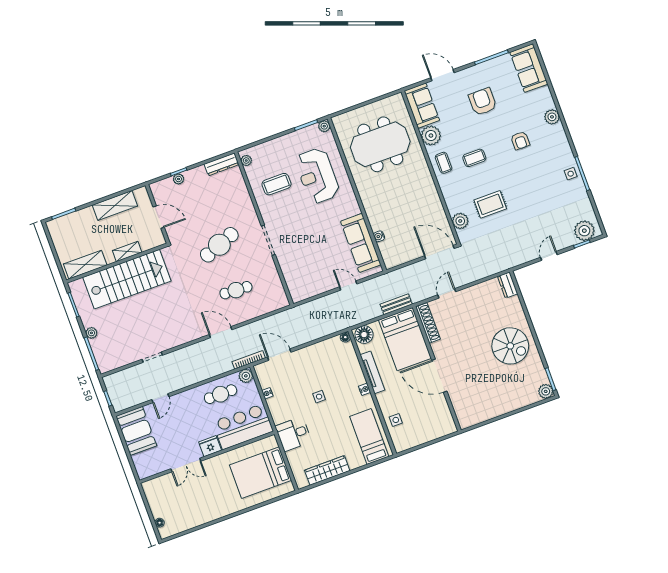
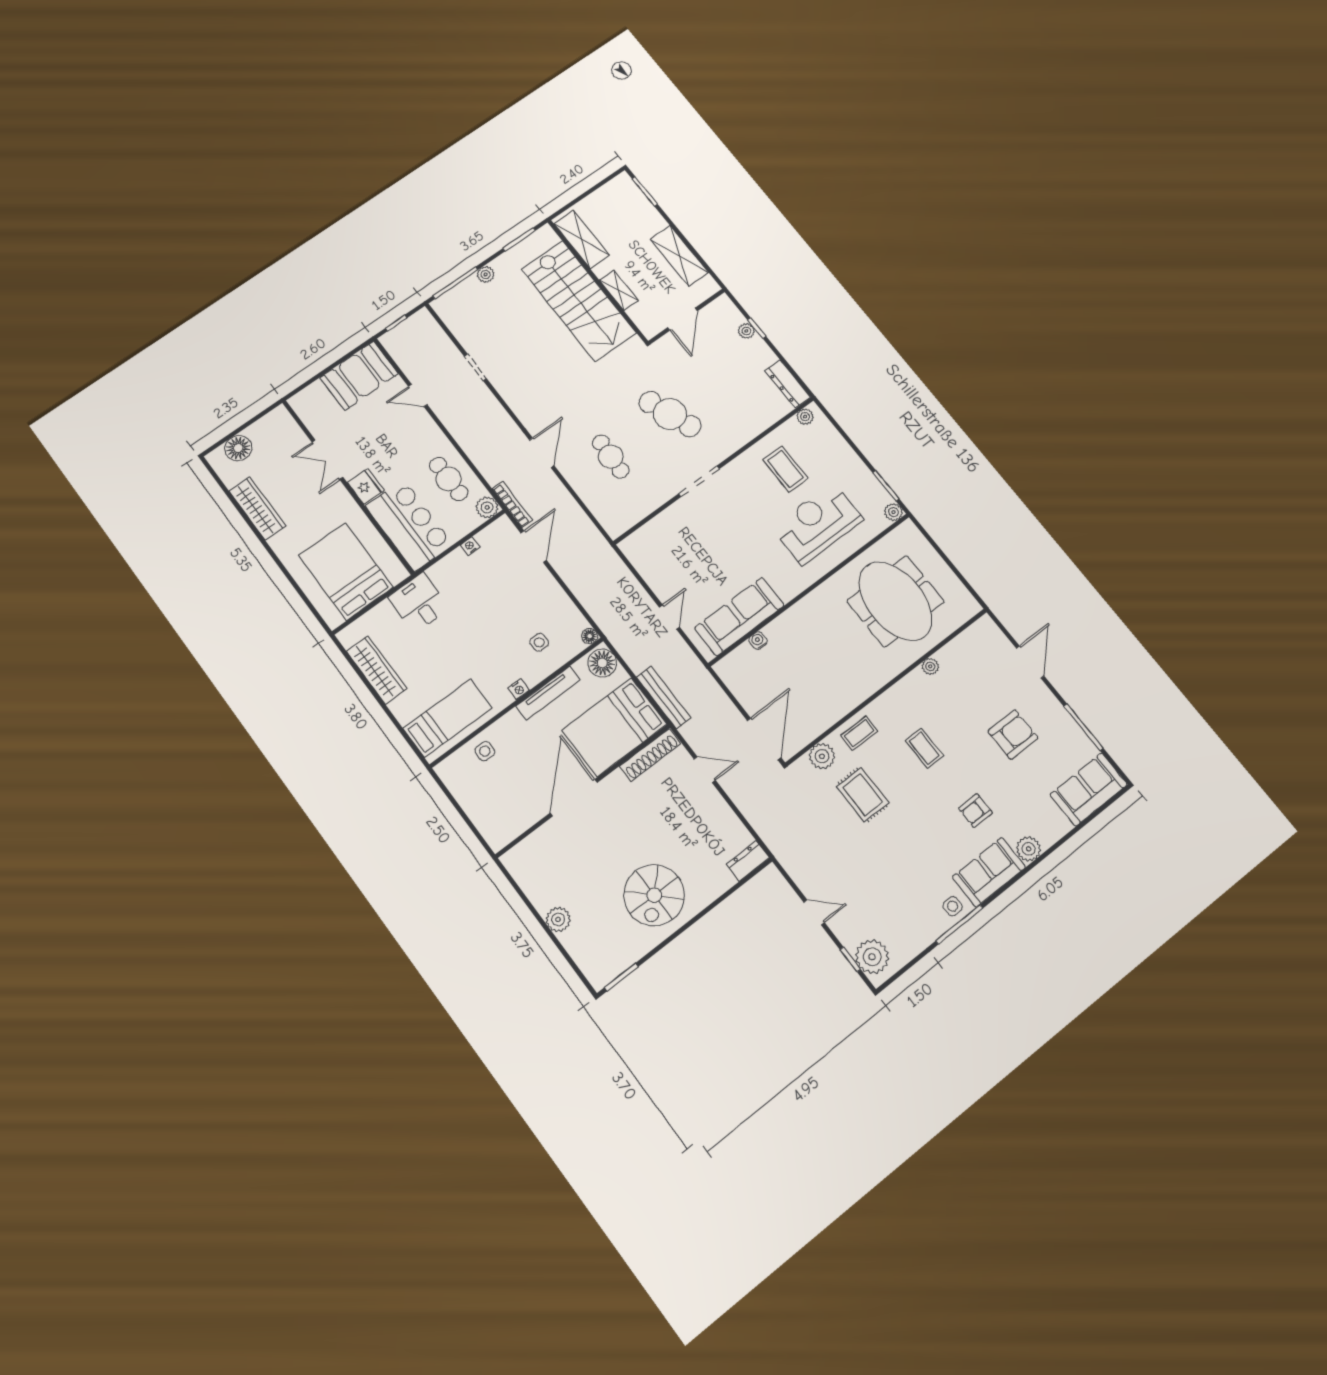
sofa: (422, 106) -> (989, 872), moved, turned 180
plant: (431, 136) -> (930, 666), width x0.53, depth x0.53
coffee table: (444, 163) -> (859, 733), moved
bench: (396, 304) -> (664, 697), width x1.36
plant: (546, 391) -> (558, 919), moved
side table: (319, 397) -> (539, 642), moved
wardrobe: (205, 516) -> (257, 508), added
floor lamp: (160, 523) -> (238, 448), width x1.89, depth x1.89

